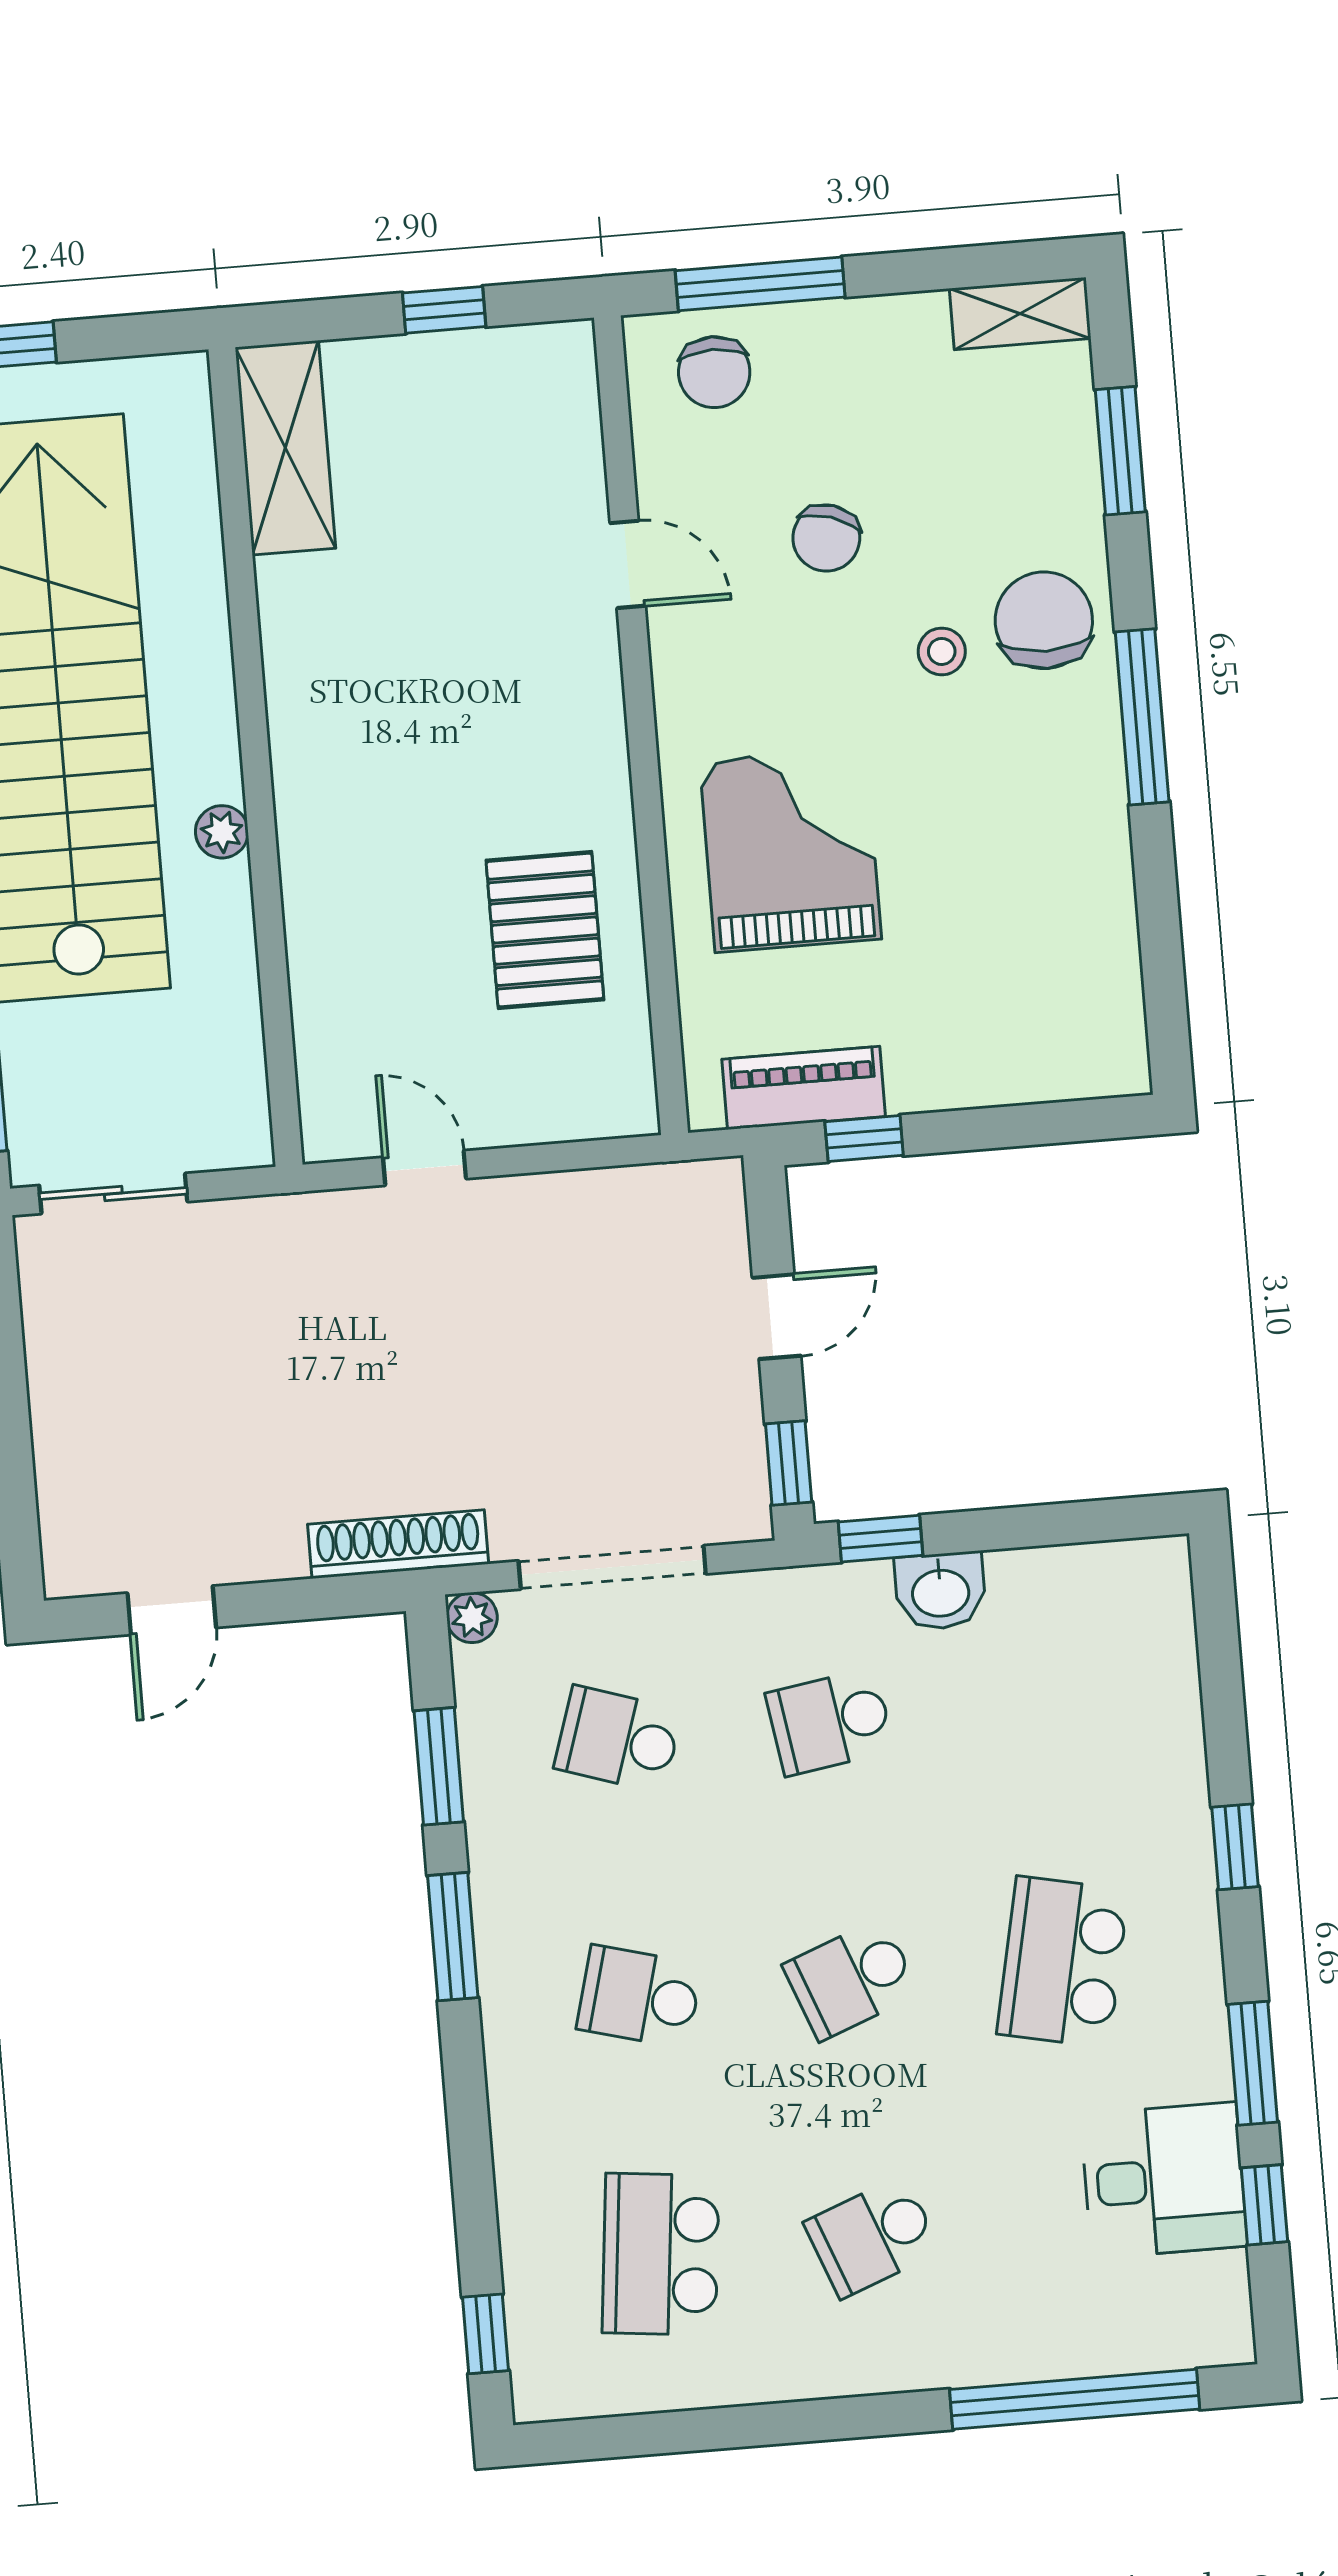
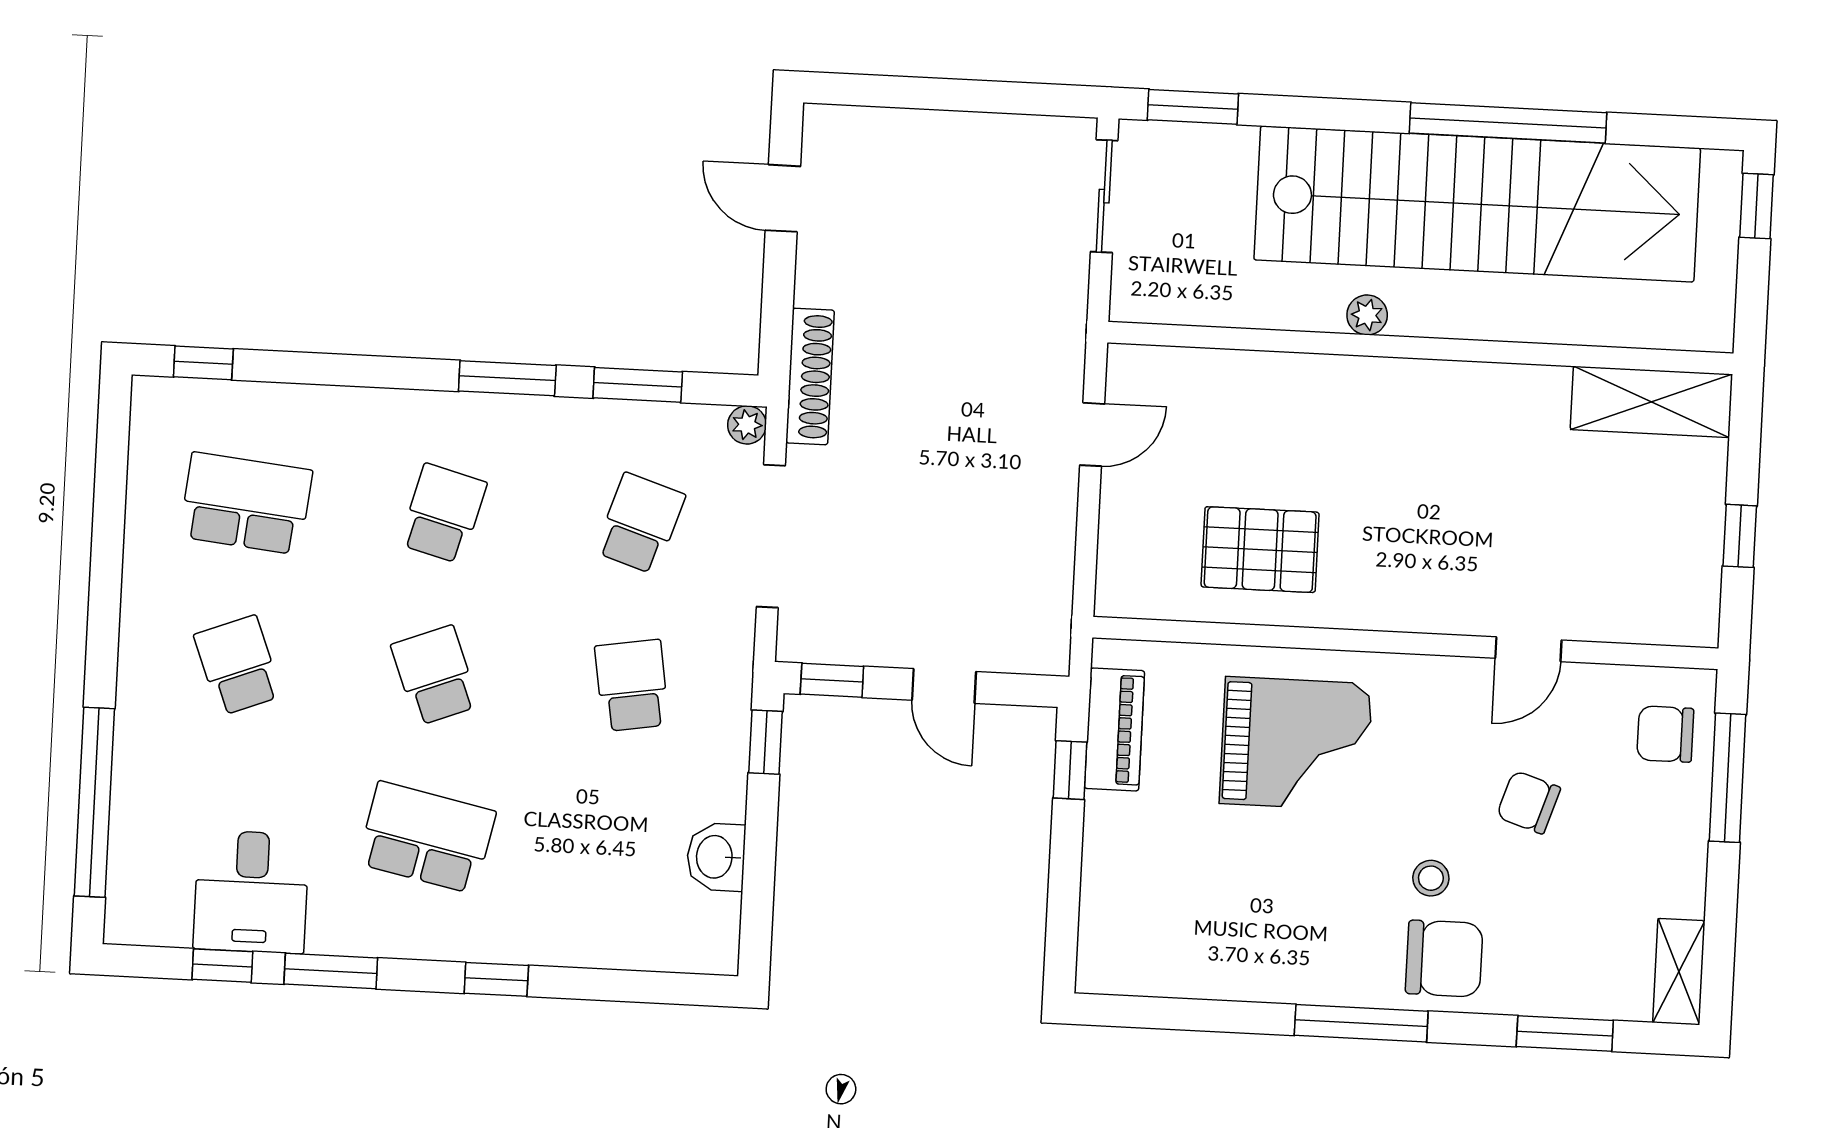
washbasin: (940, 1591) -> (716, 857), moved

